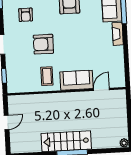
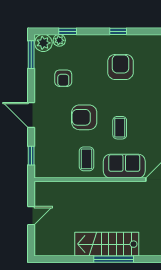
coffee table: (71, 51) -> (120, 128), added

